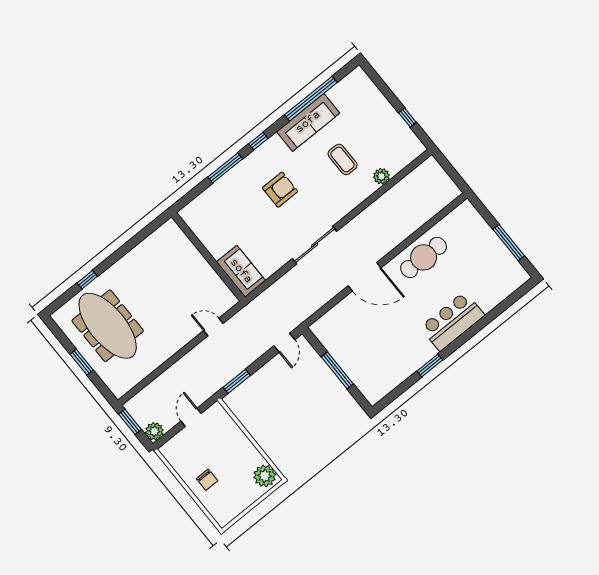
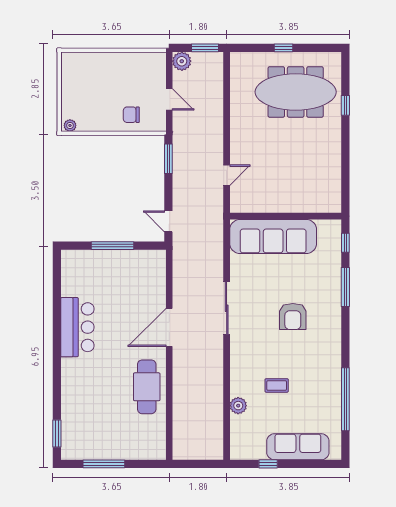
sofa: (308, 122) -> (298, 447), moved, turned 90
window: (258, 141) -> (345, 243), moved
coffee table: (343, 159) -> (277, 385), width x0.73, depth x0.77
sofa: (241, 271) -> (273, 236), width x1.85, depth x1.27
bar counter: (452, 321) -> (77, 327), moved
window: (82, 362) -> (284, 48), width x0.67
window: (430, 365) -> (57, 434), moved
plant: (265, 476) -> (70, 125), width x0.53, depth x0.53
chair: (207, 480) -> (131, 115), moved

